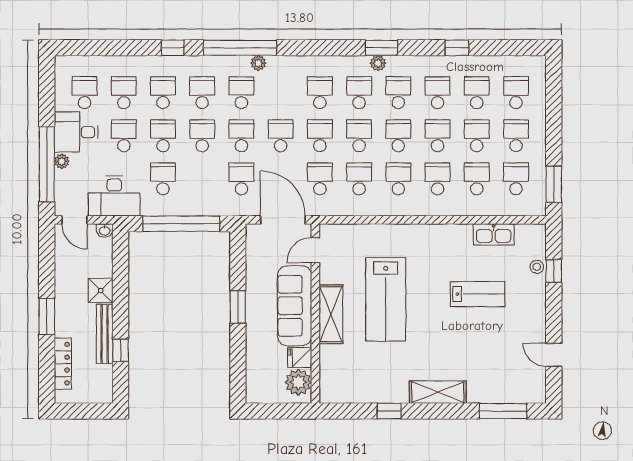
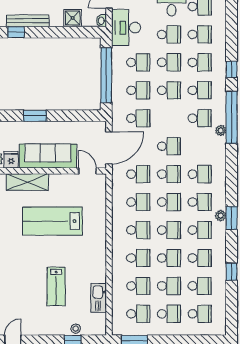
school desk: (241, 136) -> (138, 90), moved
shower: (101, 291) -> (73, 18), moved
window: (238, 307) -> (35, 116), moved
shelving: (331, 314) -> (27, 182), moved

